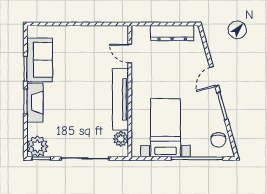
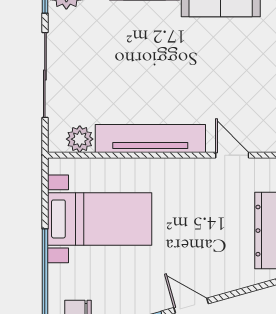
door: (130, 54) -> (232, 155), hinge flipped

